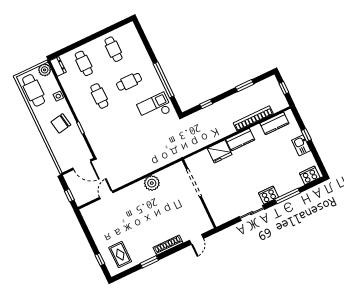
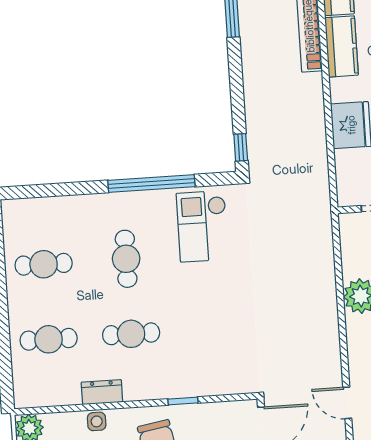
dresser: (58, 66) -> (102, 392), moved
window: (206, 104) -> (241, 147), moved
kitchen counter: (240, 140) -> (341, 46), moved

